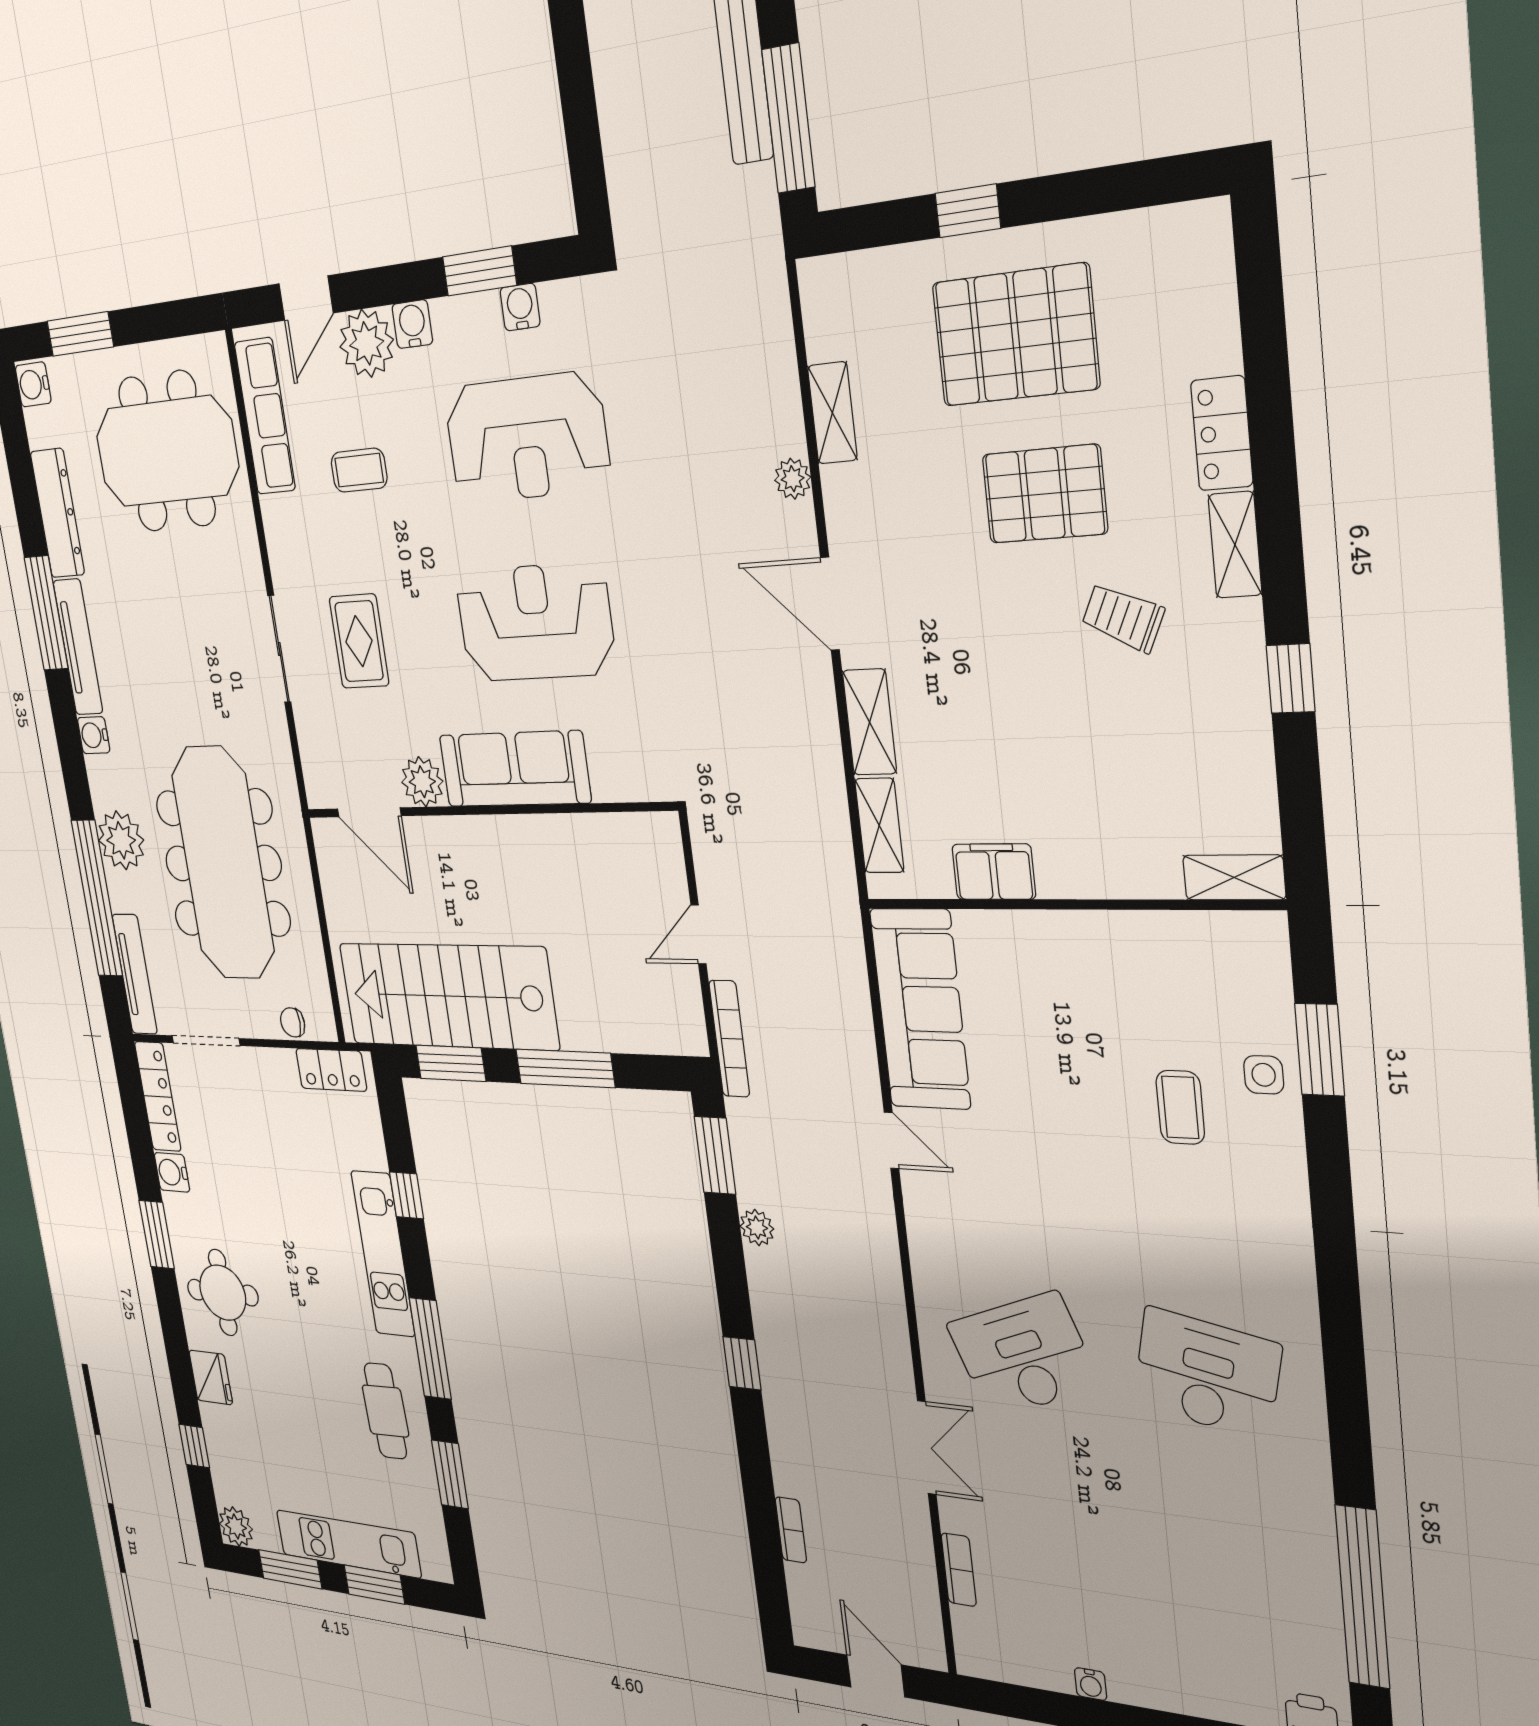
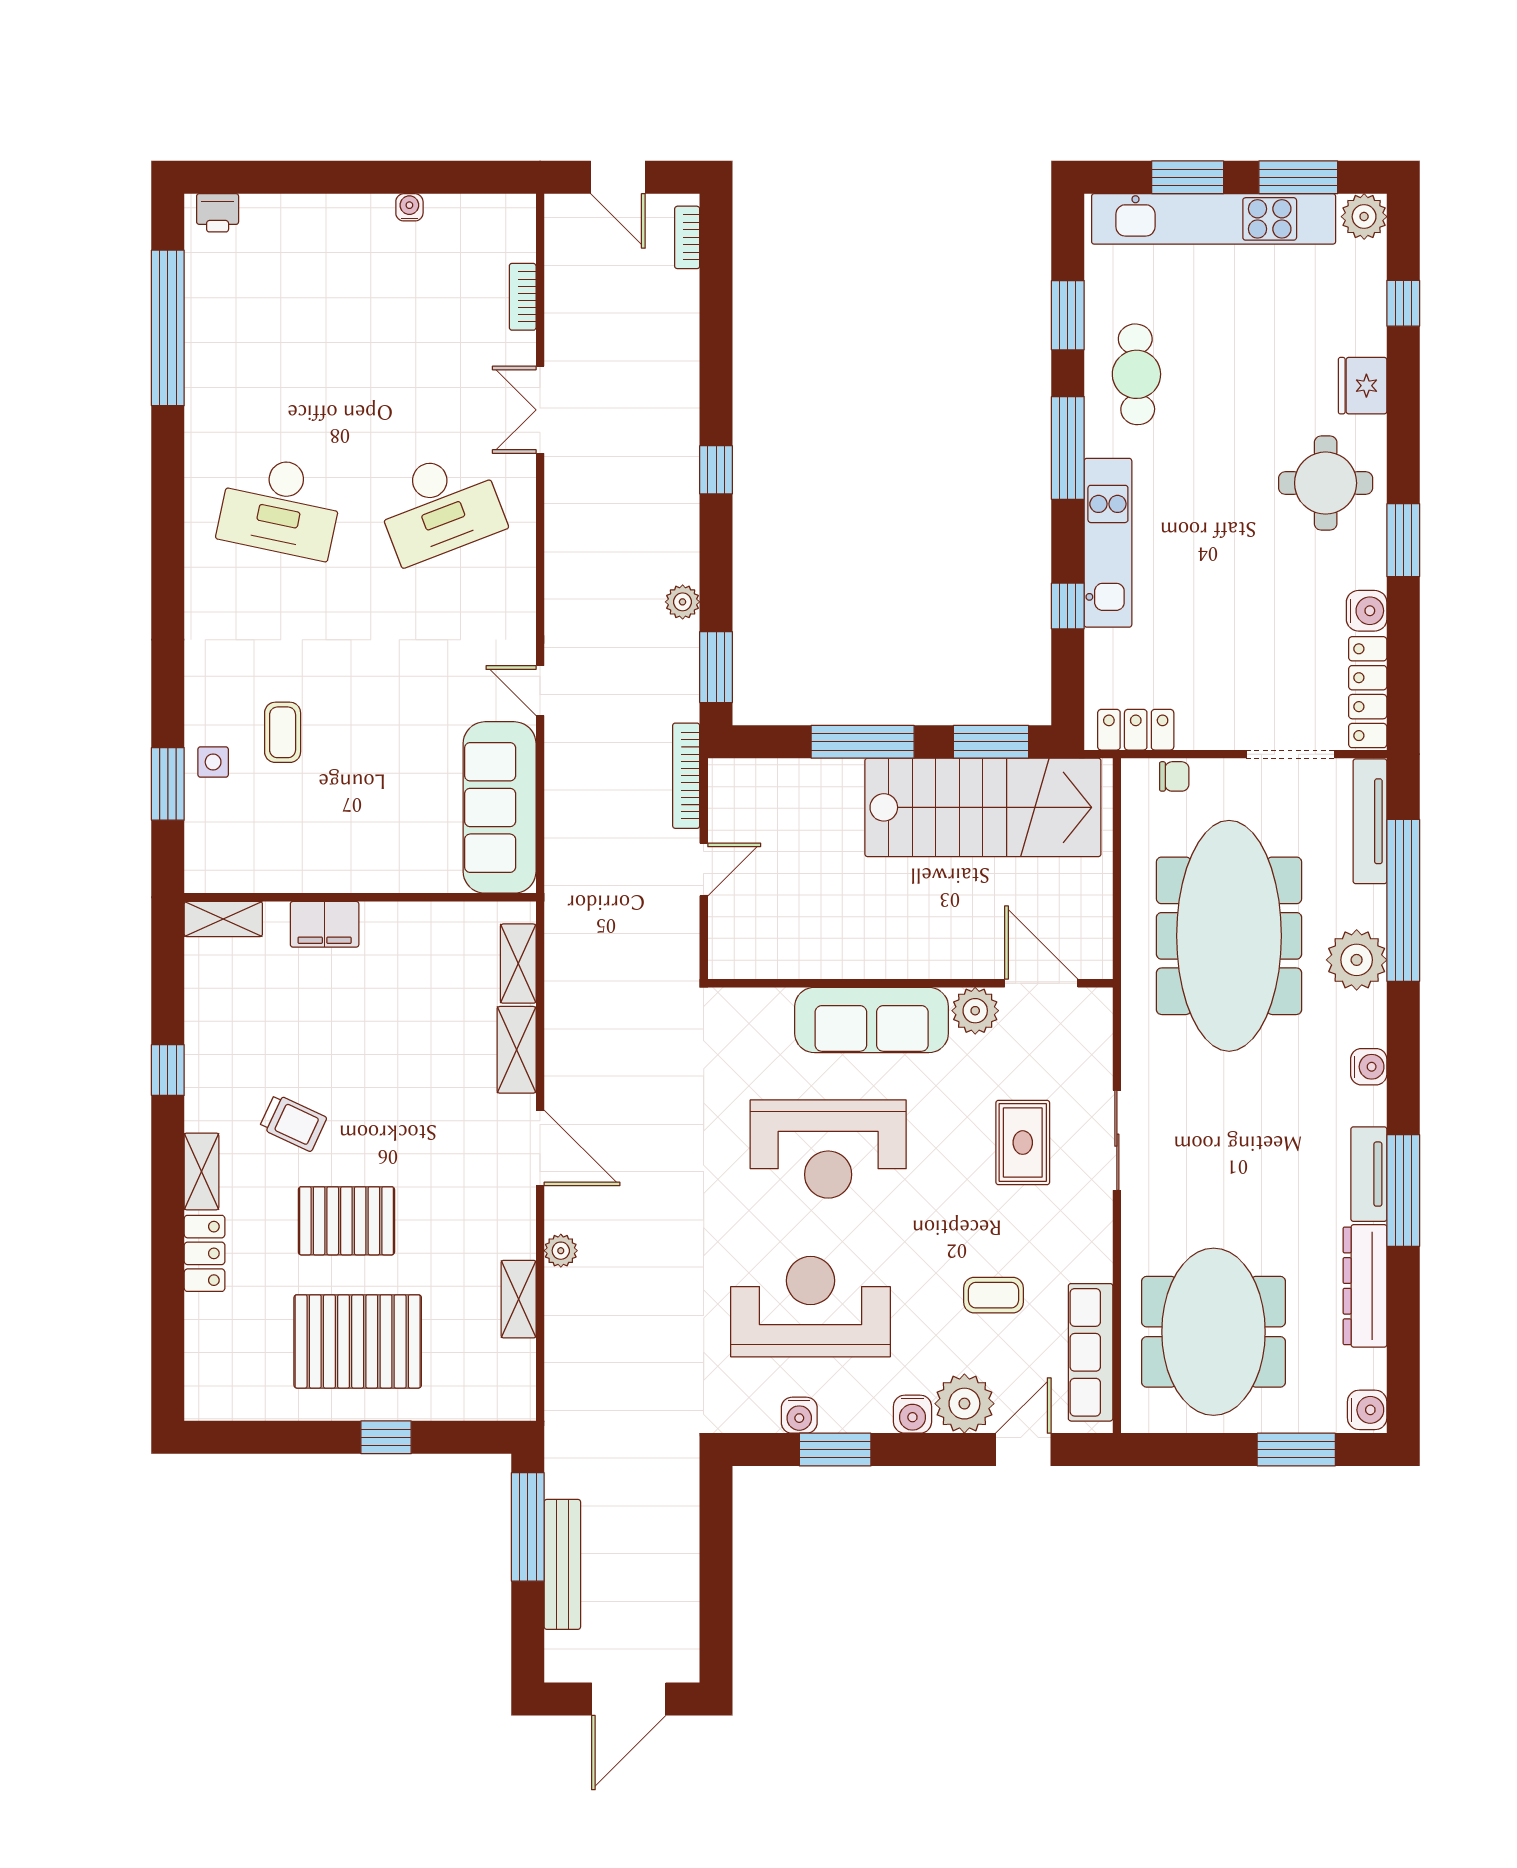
meeting table: (167, 451) -> (1214, 1332), turned 90
tv unit: (78, 647) -> (1369, 1174), width x0.71
filing cabinet: (994, 872) -> (325, 924), moved
bookcase: (791, 1530) -> (687, 237), moved
kitchen unit: (348, 1544) -> (1214, 219), width x1.36

